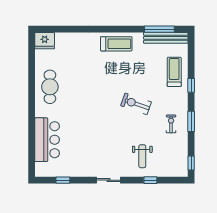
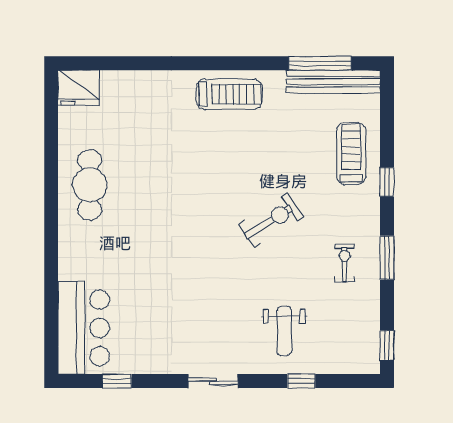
exercise bike: (136, 104) -> (271, 221), turned 129
bar counter: (47, 140) -> (84, 328), moved

